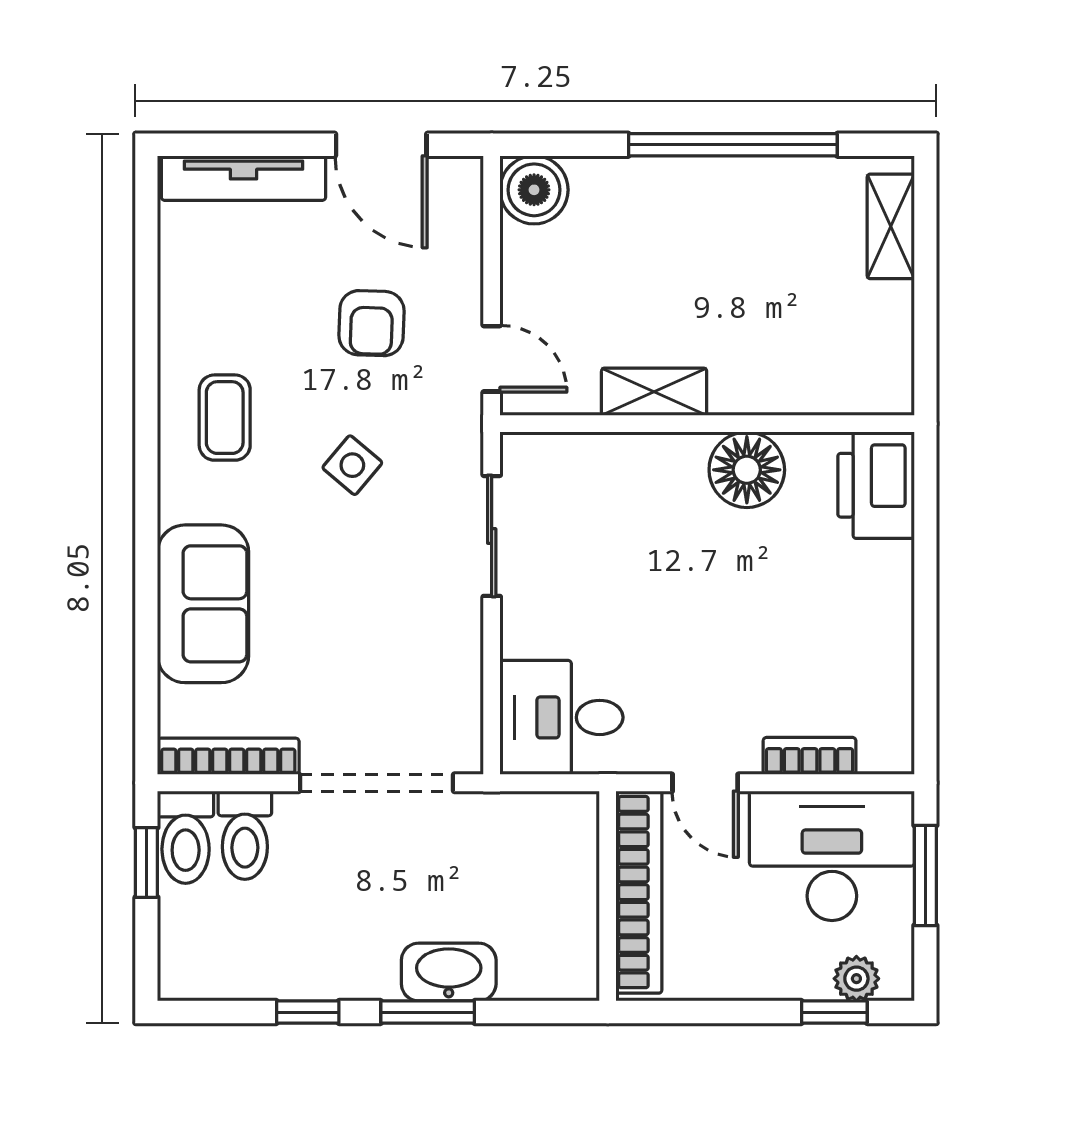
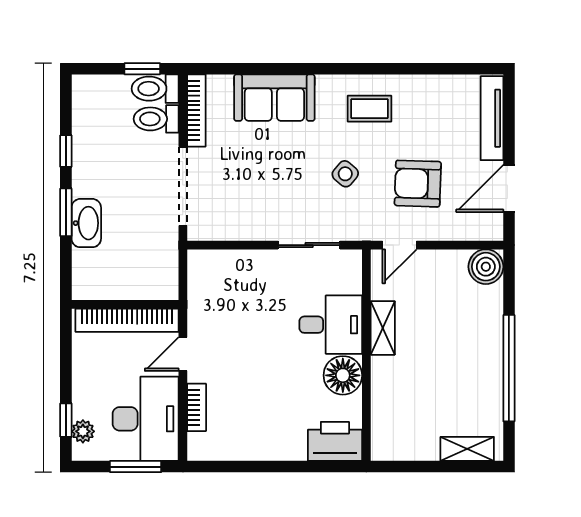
armchair: (371, 323) -> (418, 184), width x1.38, depth x1.38
desk: (561, 717) -> (331, 325), moved, turned 90

